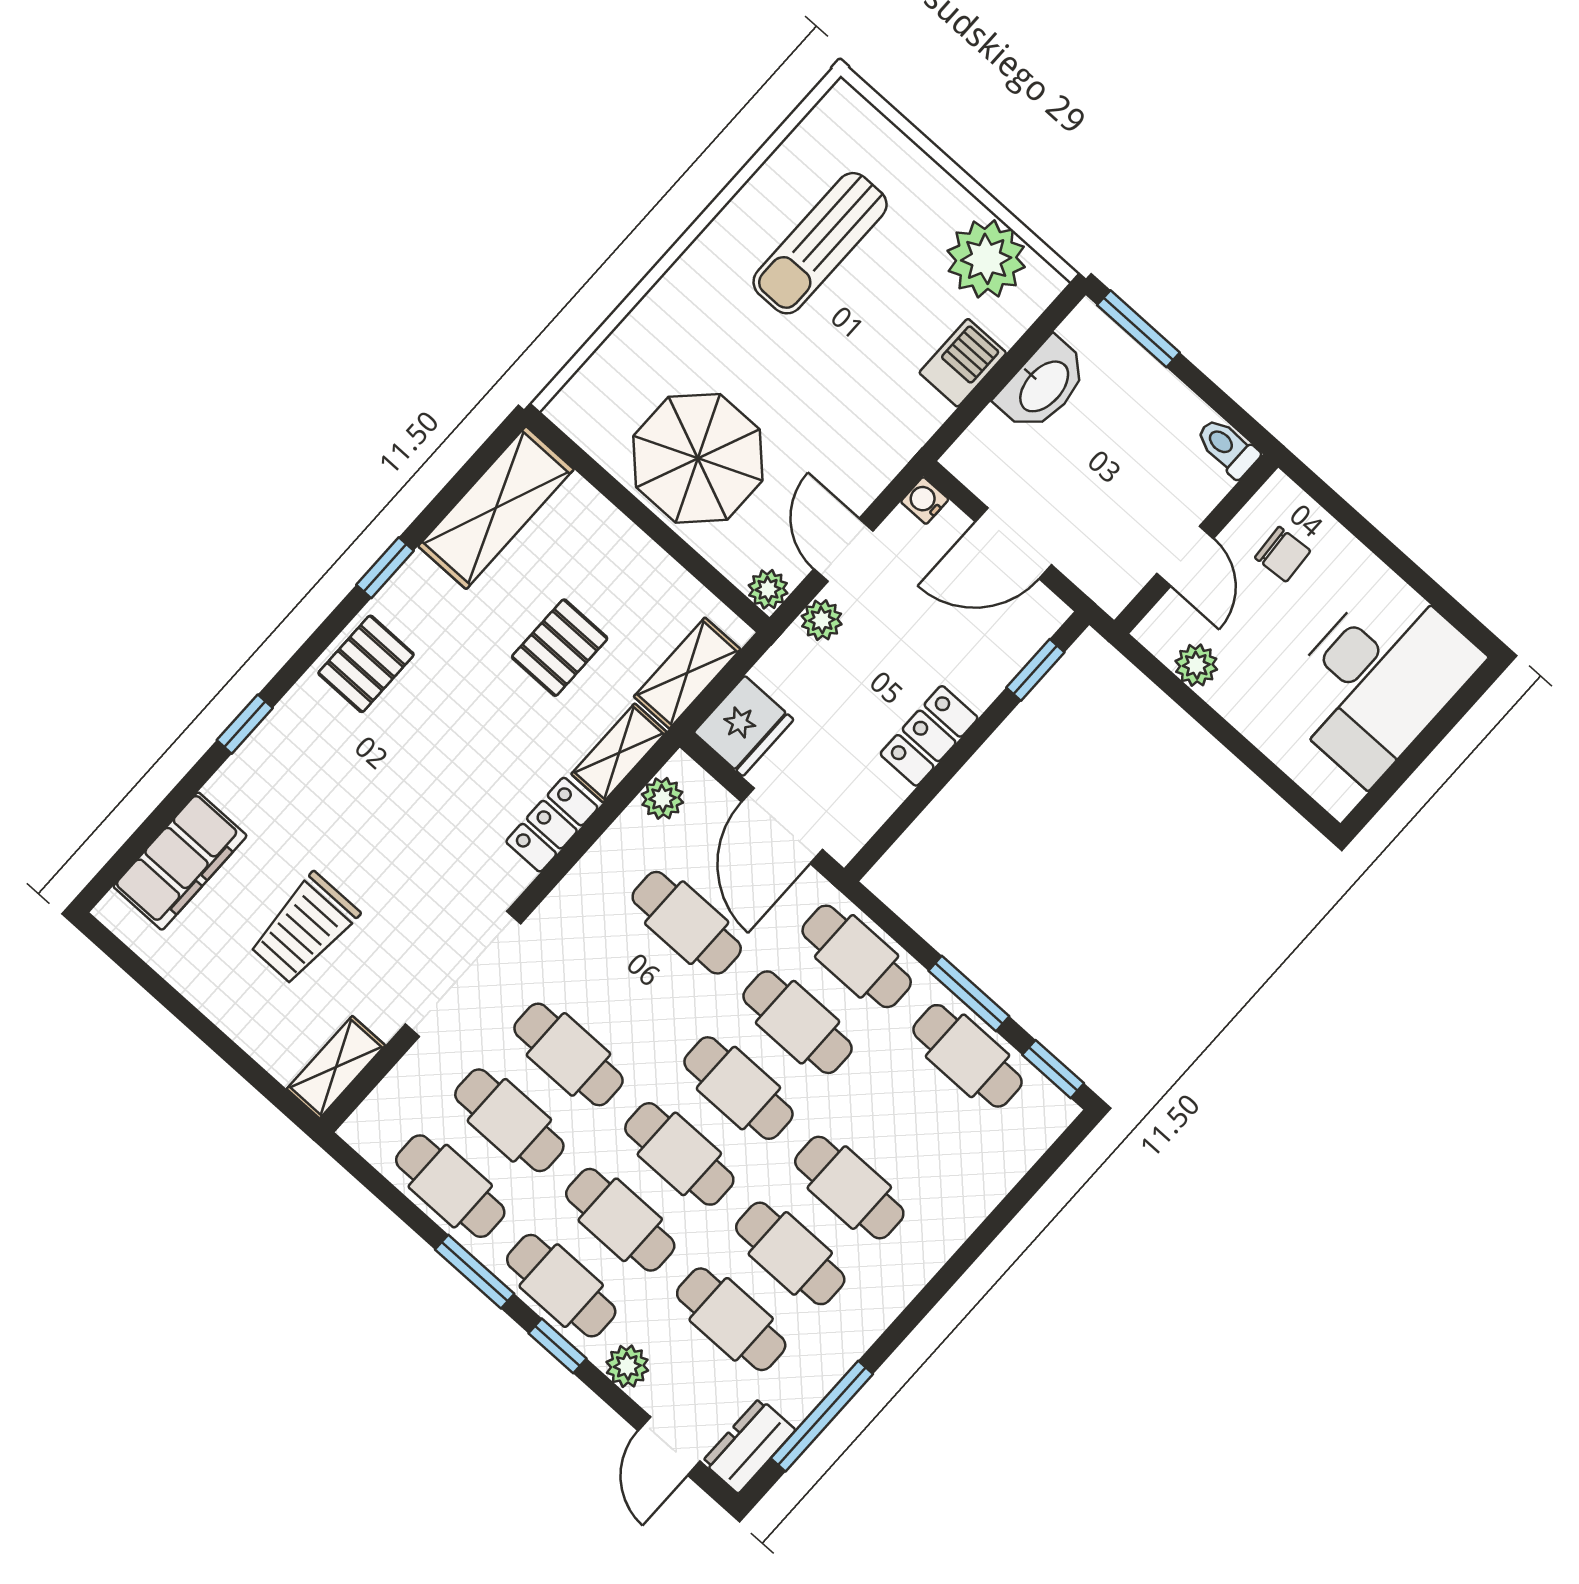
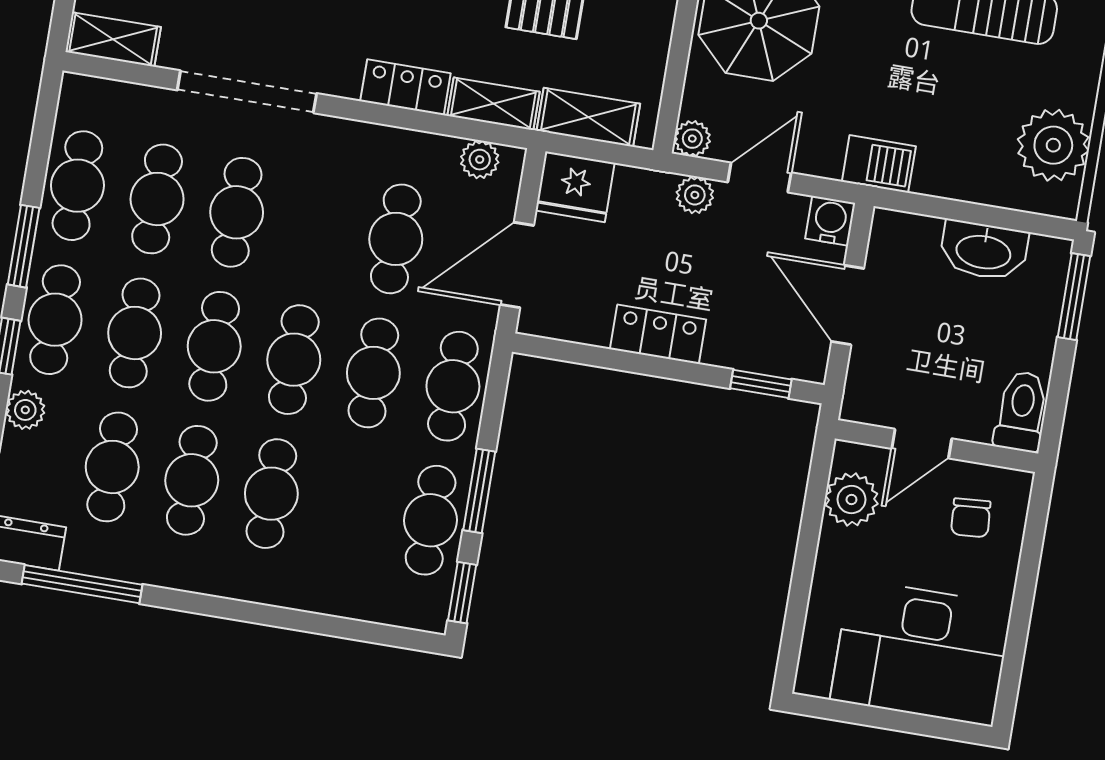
barbecue: (963, 363) -> (879, 164), moved
toilet: (1227, 448) -> (1021, 411), width x1.37, depth x1.39
water cooler: (925, 500) -> (830, 221), width x1.38, depth x1.38
plant: (1196, 665) -> (851, 500), width x1.38, depth x1.38

